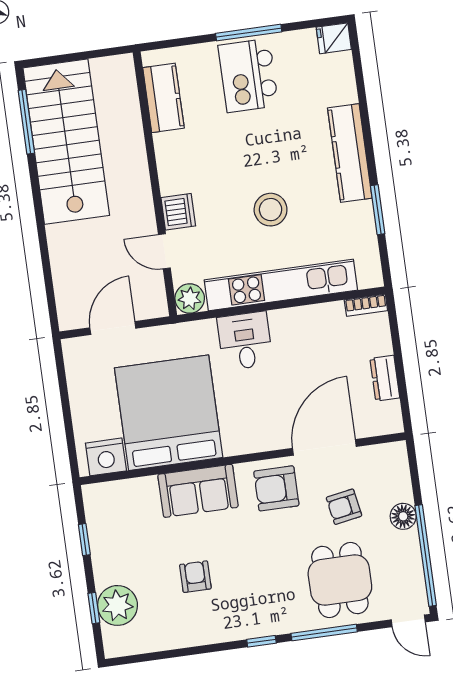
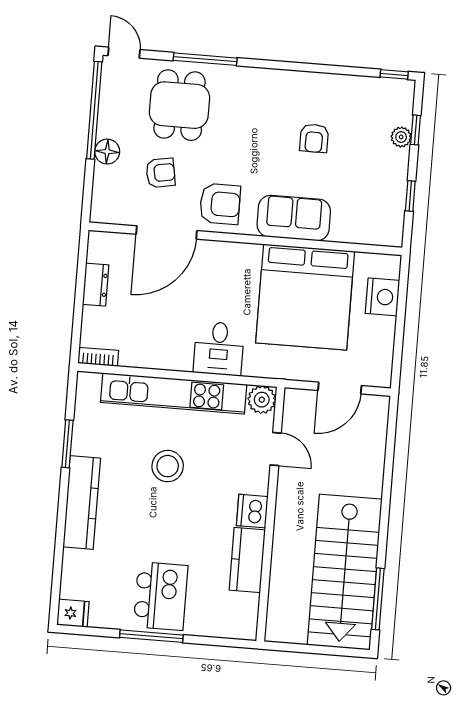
kitchen counter: (163, 98) -> (247, 560), moved
dishwasher: (178, 212) -> (252, 511), moved
nightstand: (106, 457) -> (382, 297), moved, turned 90
plant: (118, 605) -> (401, 137), width x0.53, depth x0.53
window: (261, 641) -> (394, 74), moved

